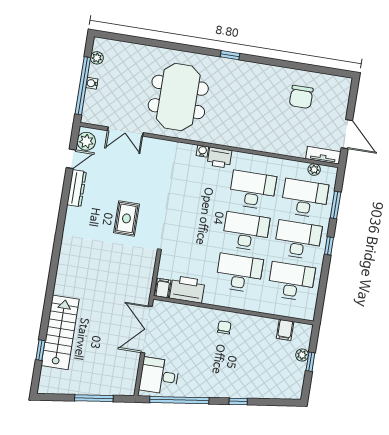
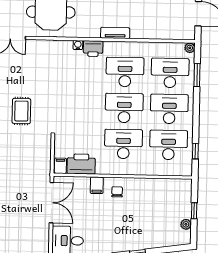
tv unit: (323, 155) -> (115, 33), moved
plant: (314, 170) -> (190, 48), moved
window: (329, 246) -> (195, 151), moved
double door: (147, 329) -> (51, 203), swing flipped
filing cabinet: (285, 330) -> (97, 185), moved
plant: (302, 355) -> (186, 224), moved

